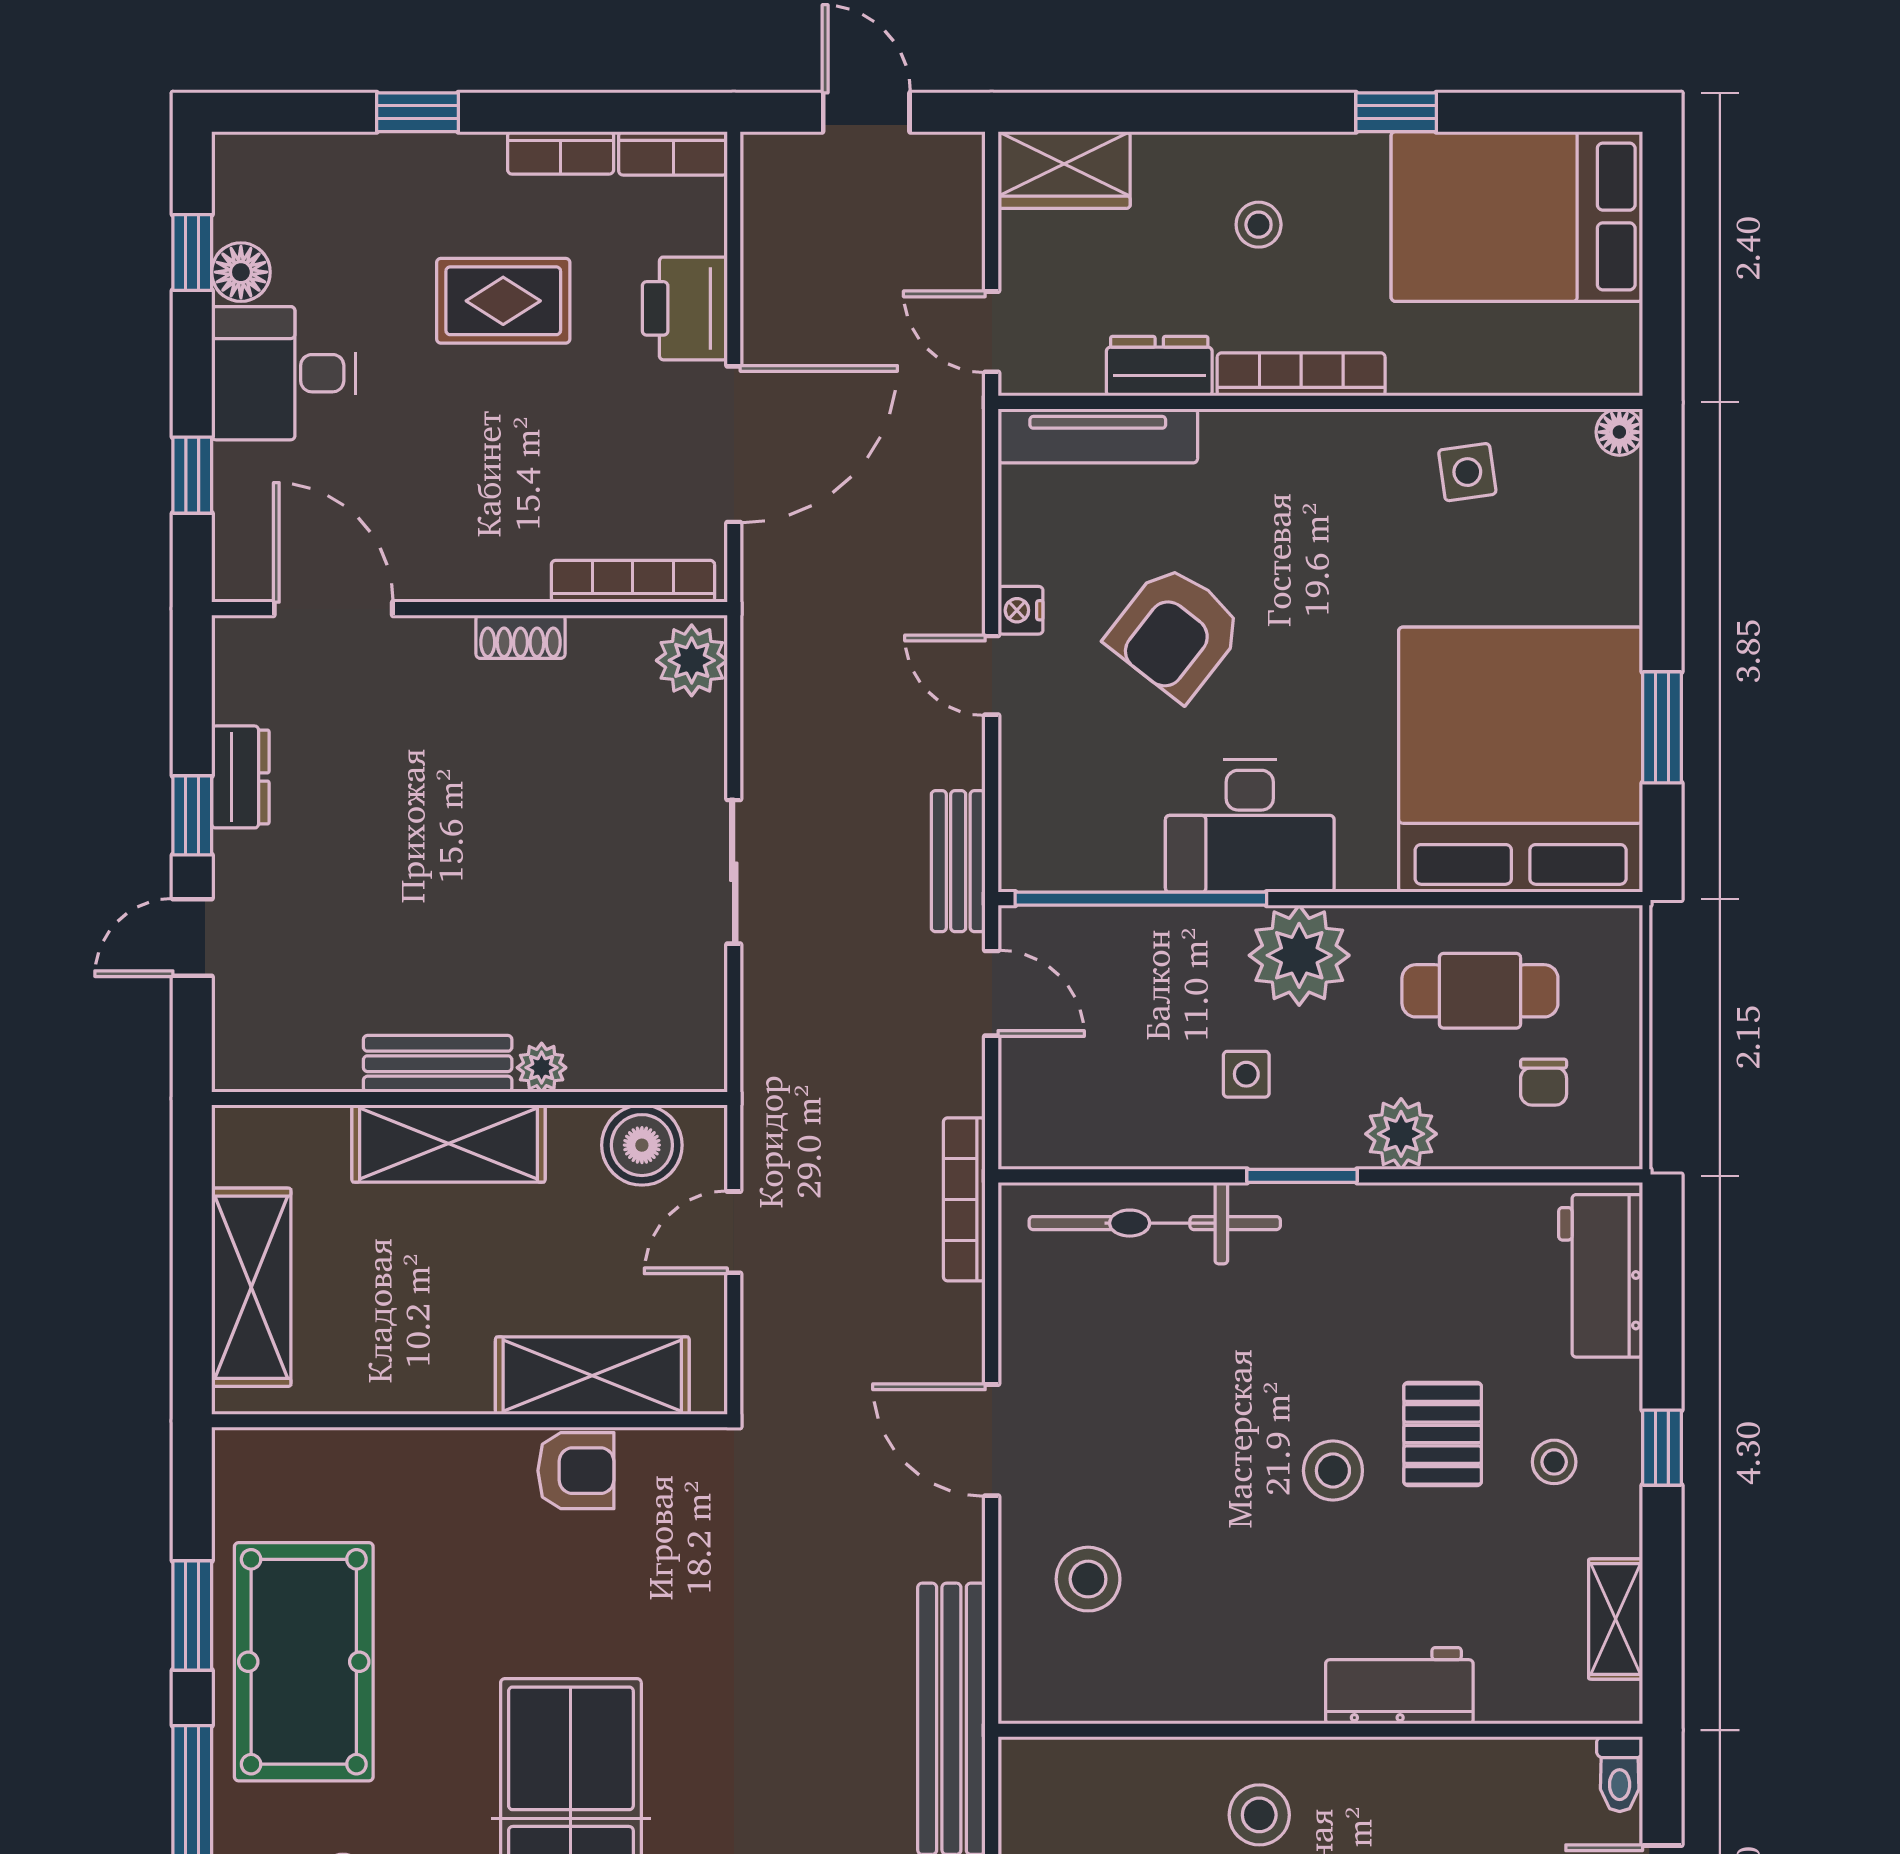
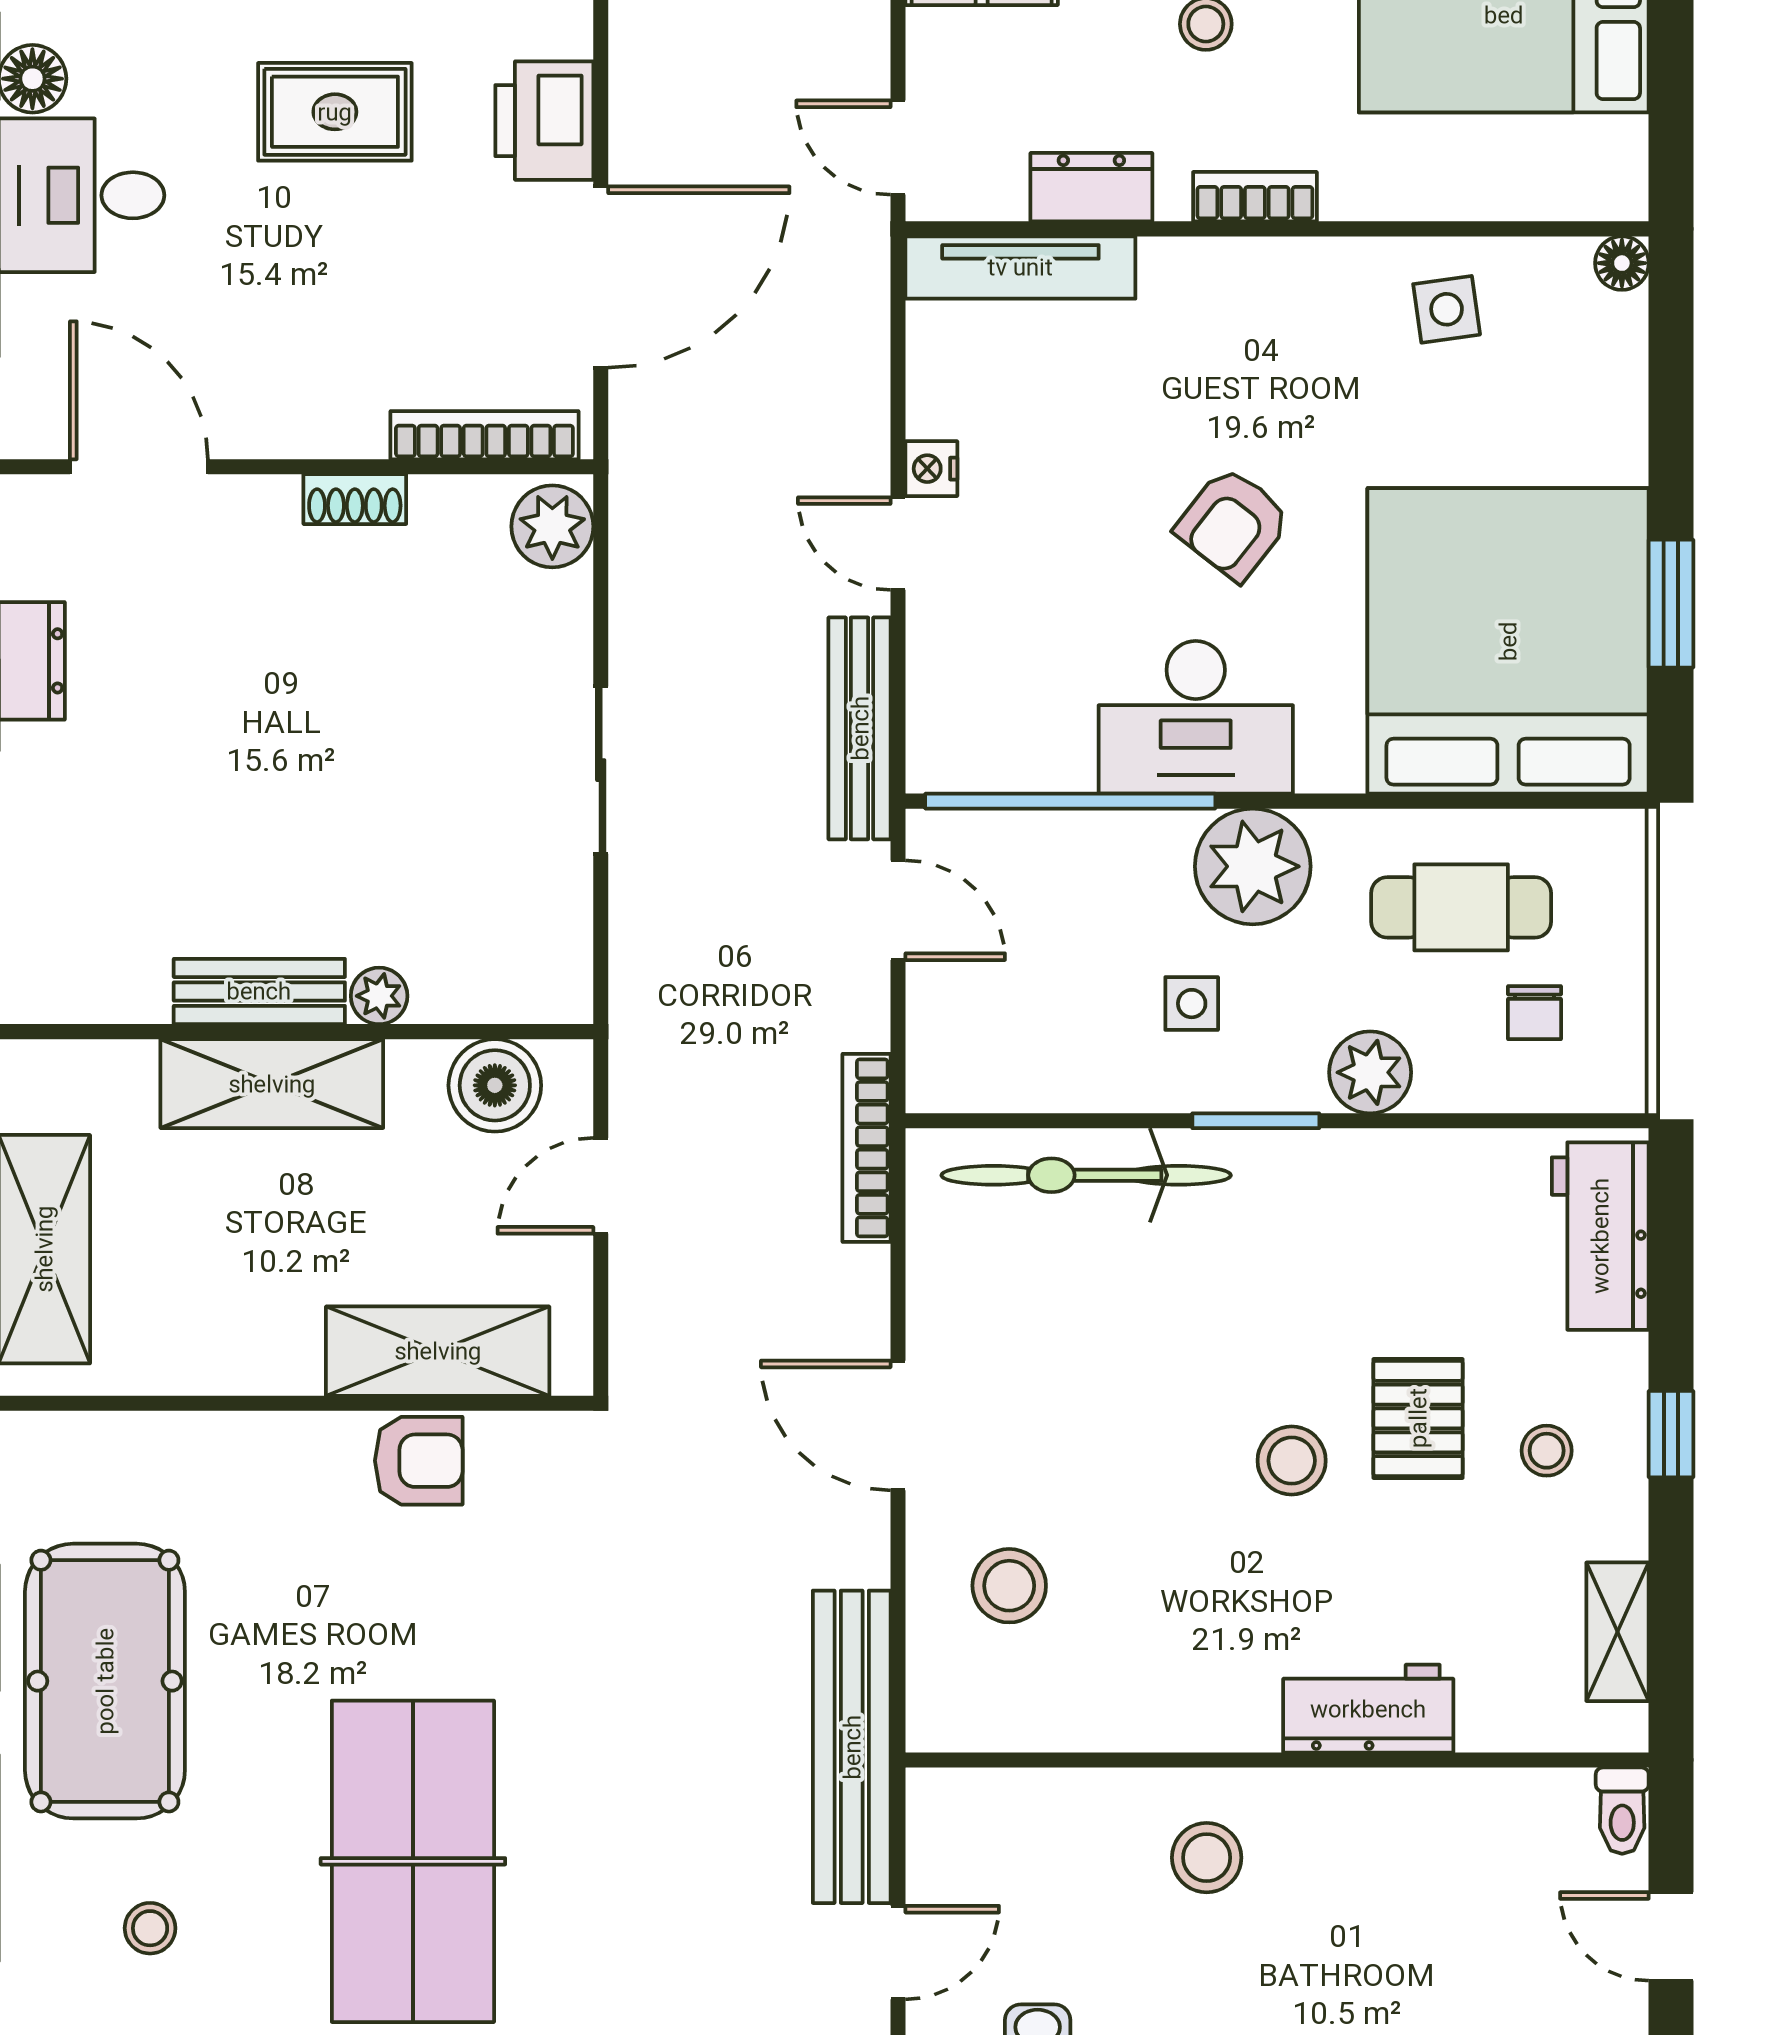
bookcase: (1301, 374) -> (1255, 197), width x0.64
armchair: (1175, 632) -> (1233, 524), moved, width x0.72, depth x0.72
bench: (958, 861) -> (860, 728), width x1.36

